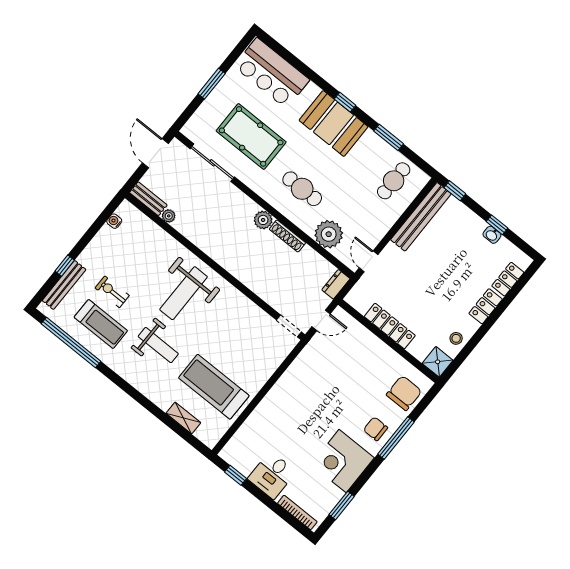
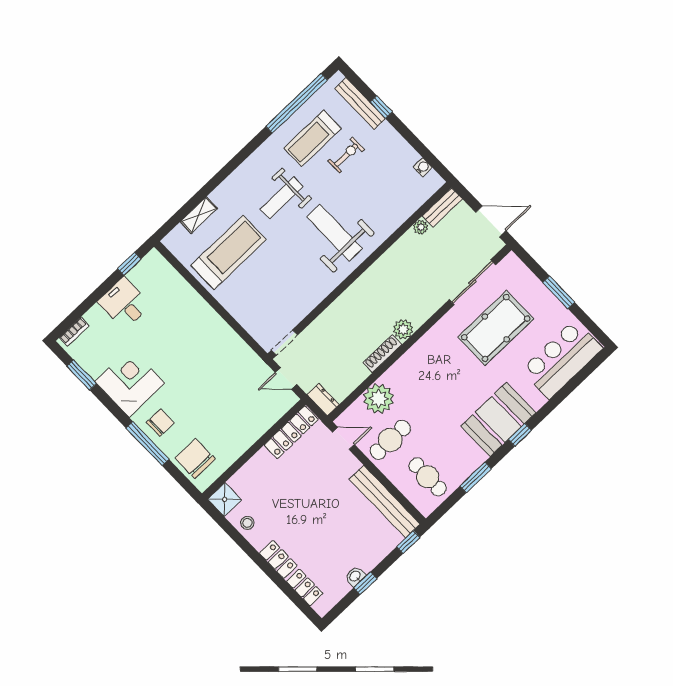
cafe table: (302, 189) -> (390, 440), moved
door: (321, 320) -> (286, 378), hinge flipped
locker: (390, 326) -> (291, 432), moved
chair: (404, 393) -> (195, 459), turned 180
bookcase: (297, 512) -> (74, 332), width x0.64

